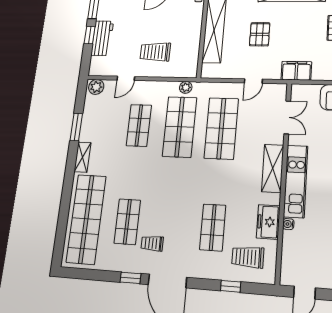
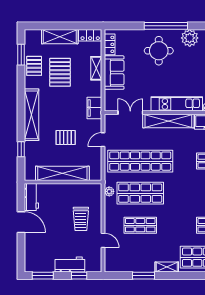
window: (90, 35) -> (79, 276), moved
door: (253, 81) -> (103, 140), swing flipped
plant: (96, 87) -> (111, 264), removed
shop shelf: (221, 128) -> (140, 161), width x1.40
shelving: (273, 168) -> (168, 121), width x1.47

